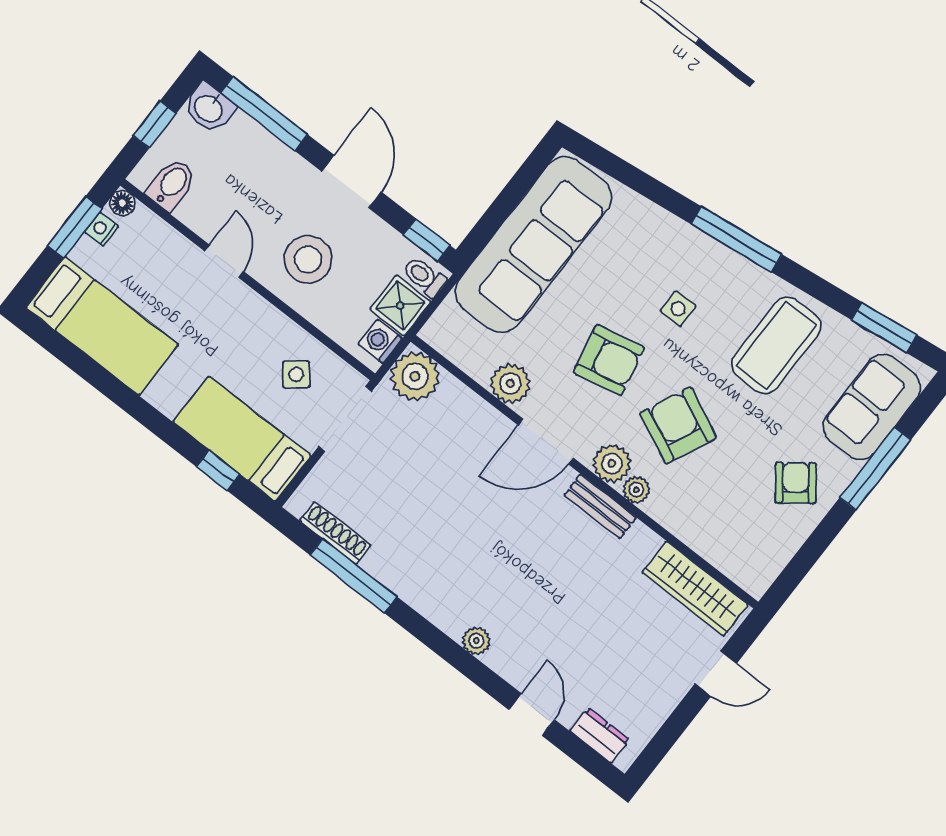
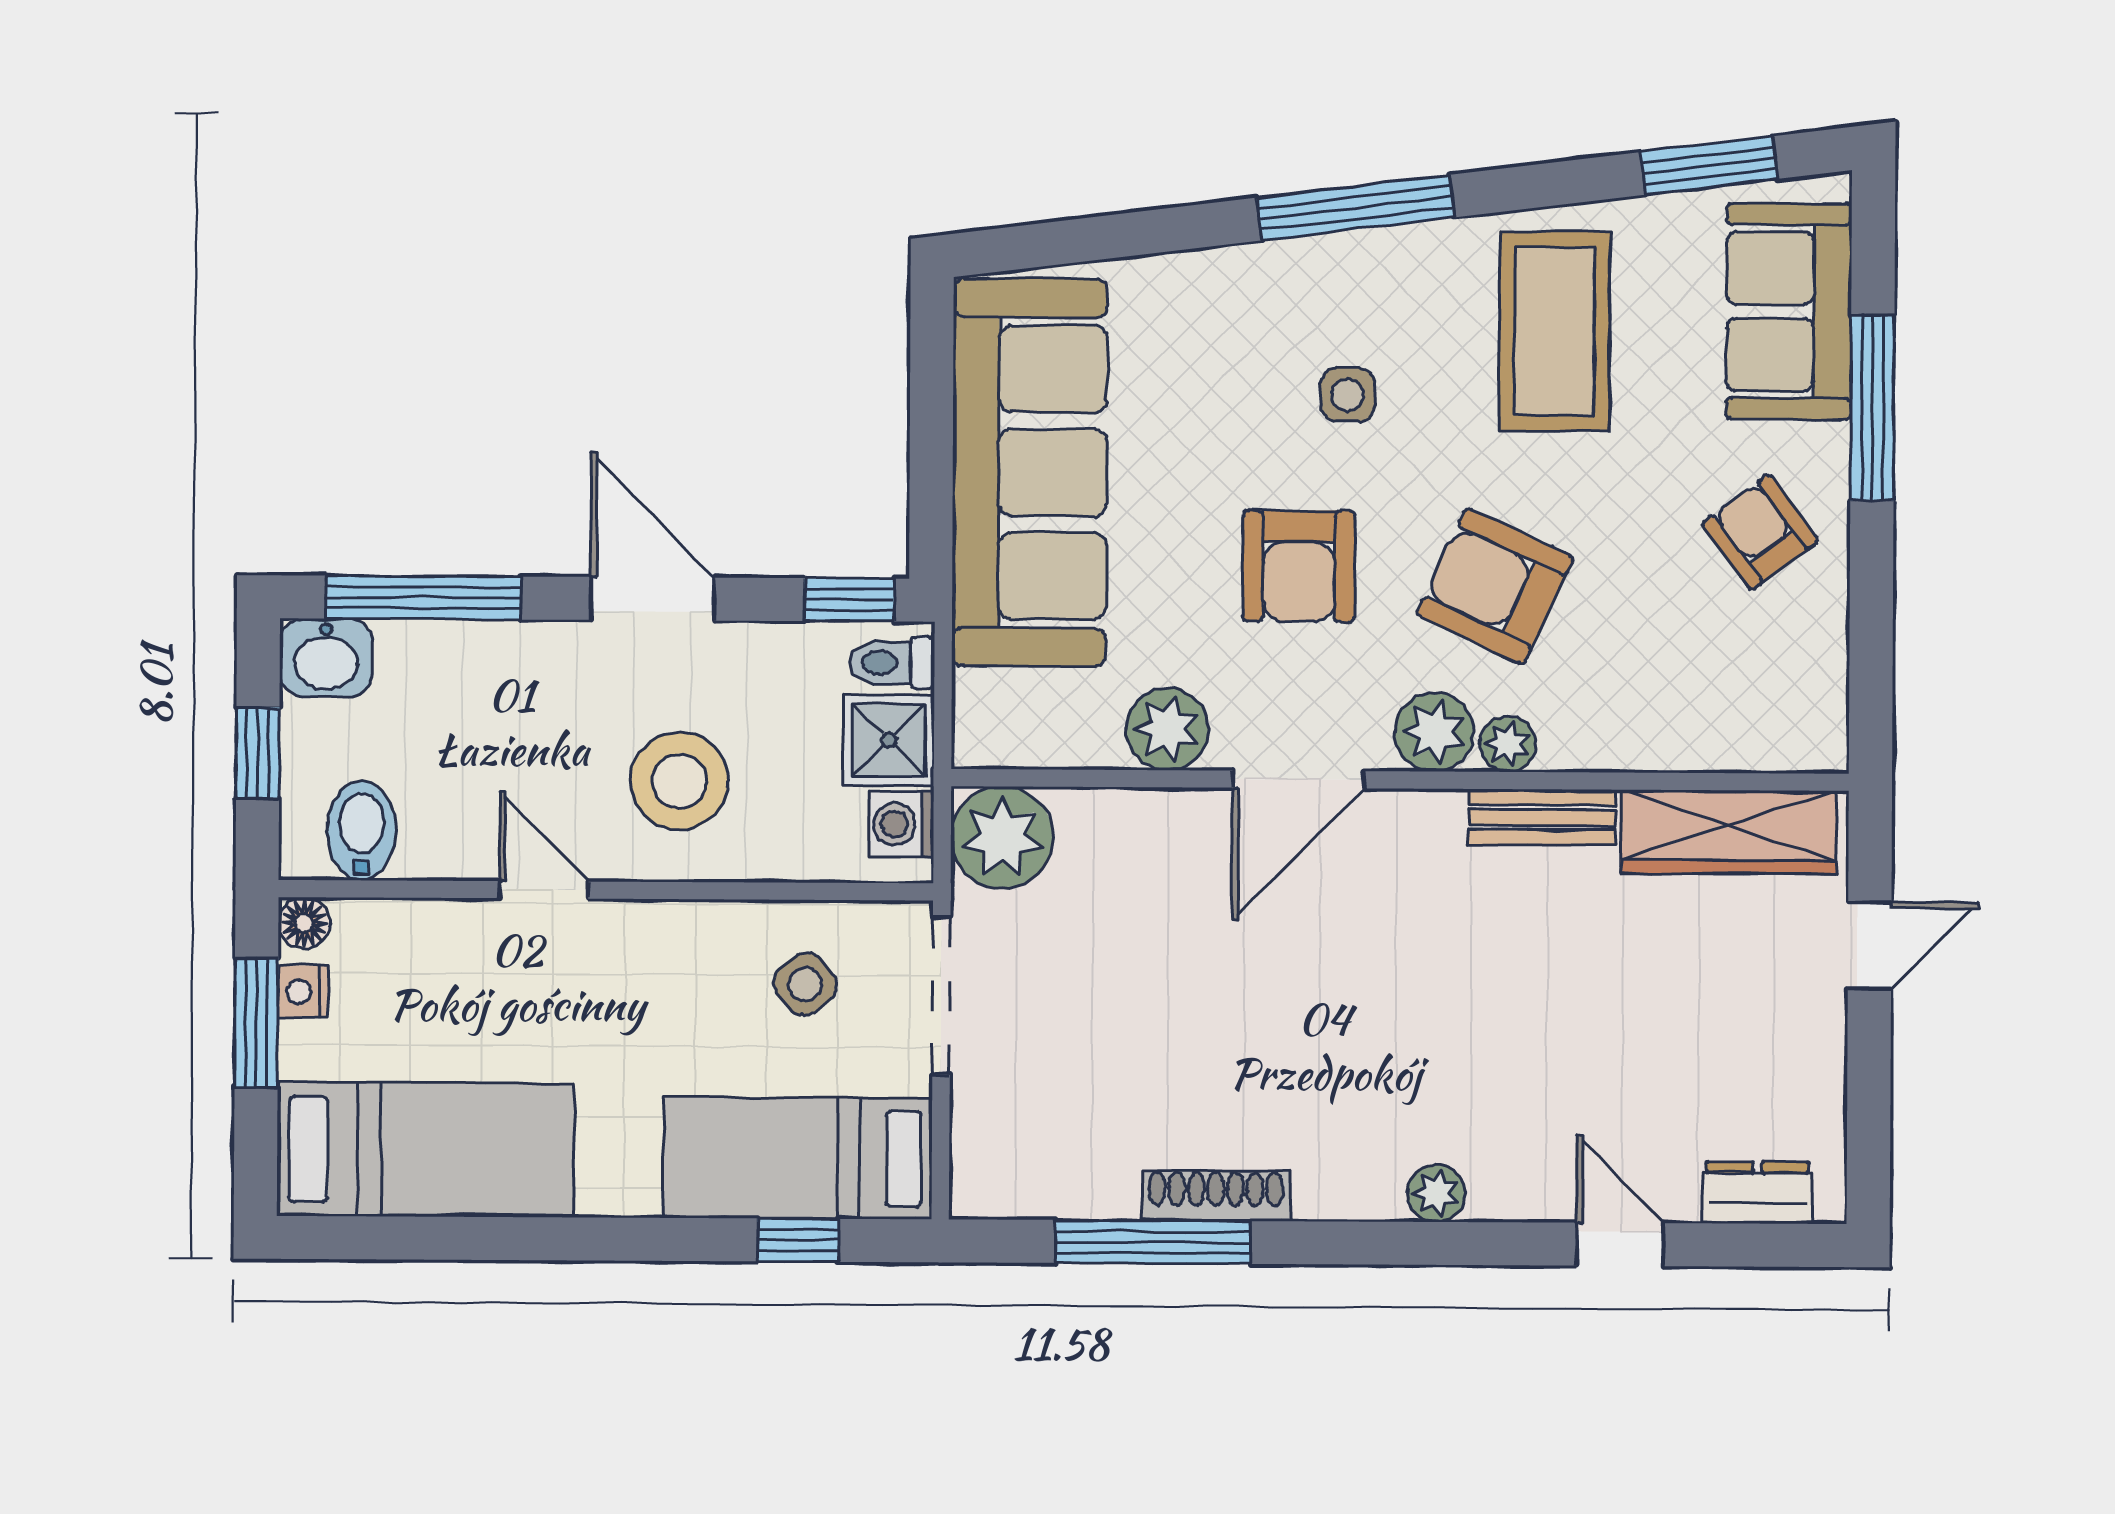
armchair: (609, 360) -> (1299, 566), turned 102
bench: (600, 506) -> (1542, 817), moved
shoe rack: (335, 533) -> (1216, 1196), moved

